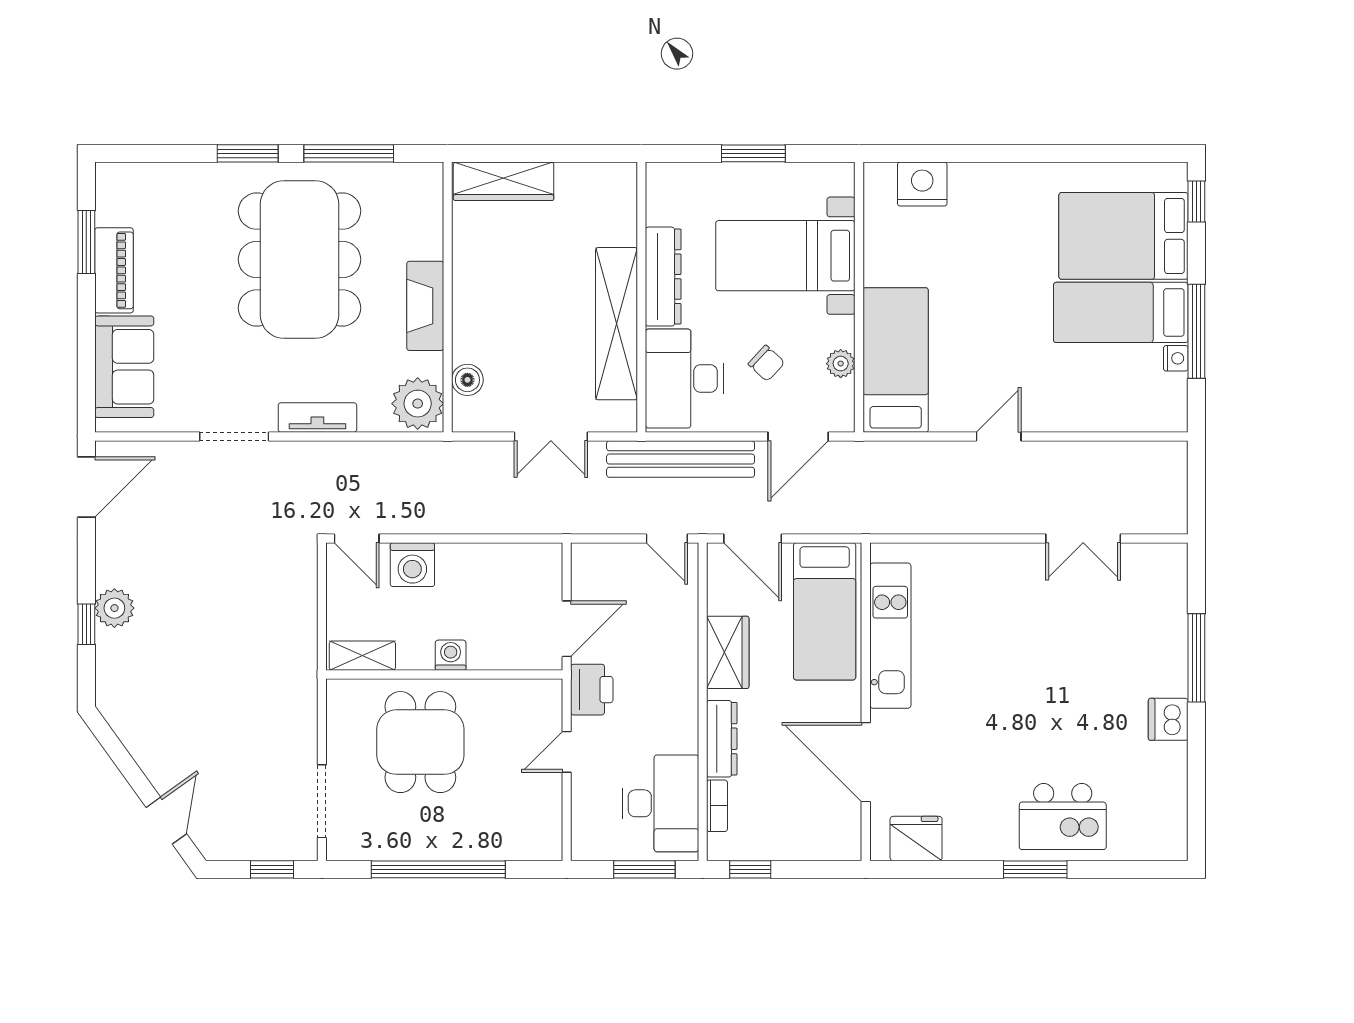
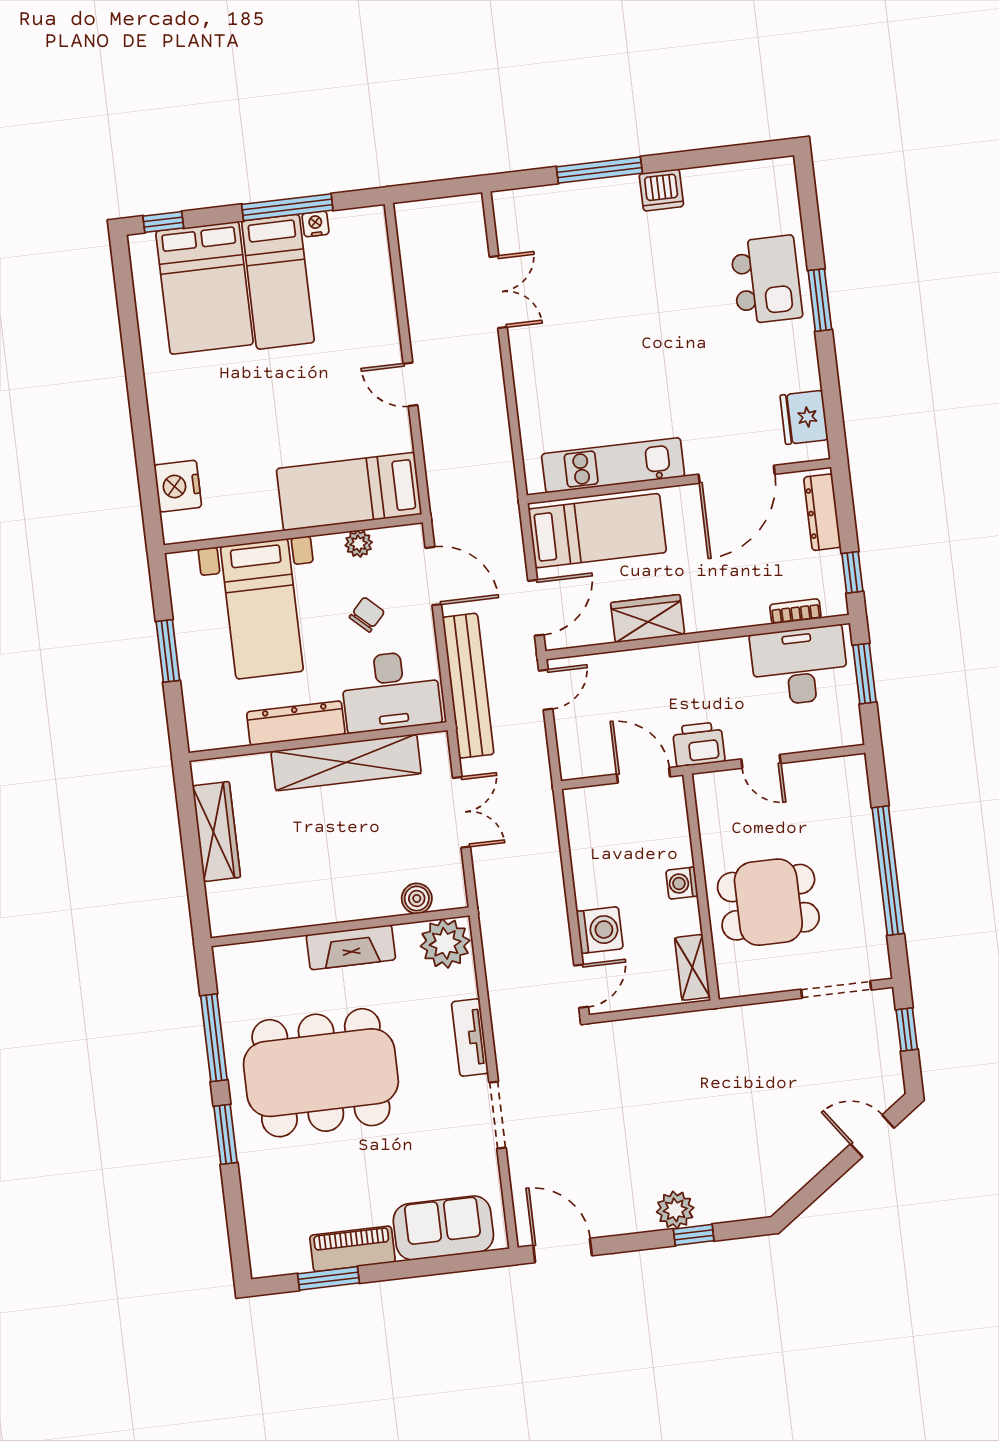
wardrobe: (504, 181) -> (216, 832), moved
dresser: (722, 739) -> (822, 512), moved, turned -90

